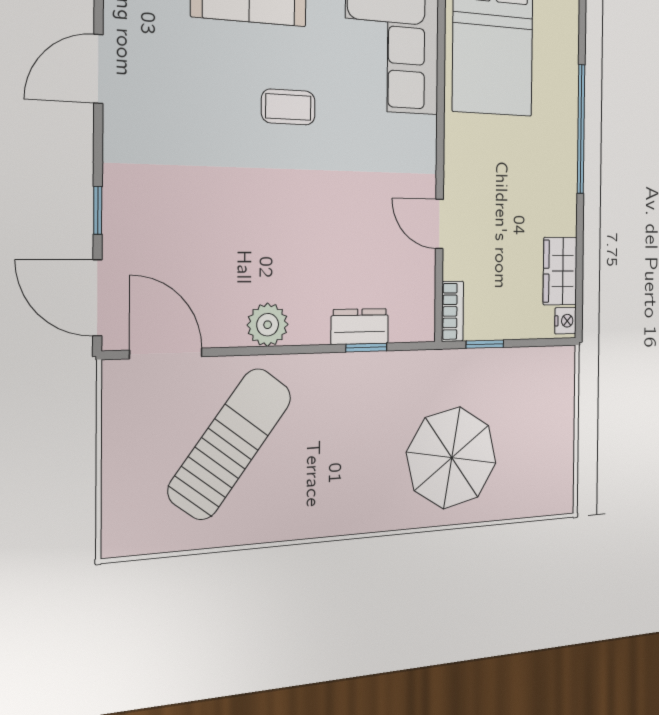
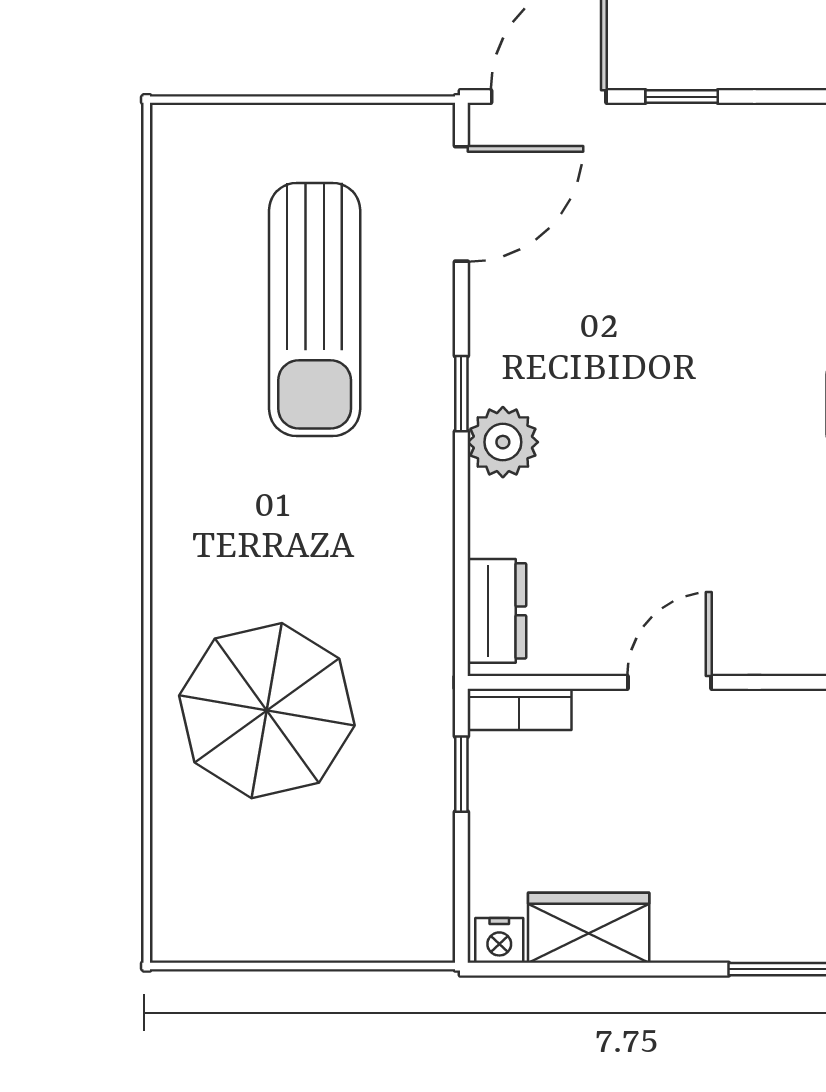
plant: (268, 325) -> (503, 442), moved
dresser: (360, 326) -> (497, 611), moved
window: (366, 348) -> (461, 394), moved
sun lounger: (230, 444) -> (315, 310), turned 53

